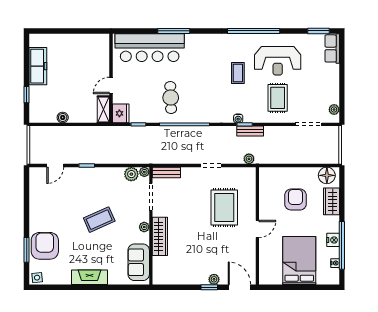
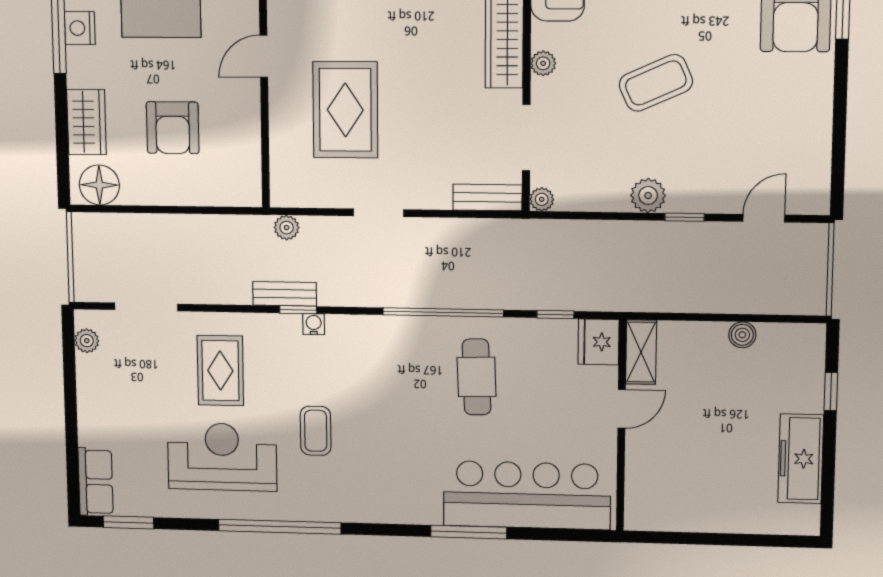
plant: (131, 174) -> (648, 195), moved

